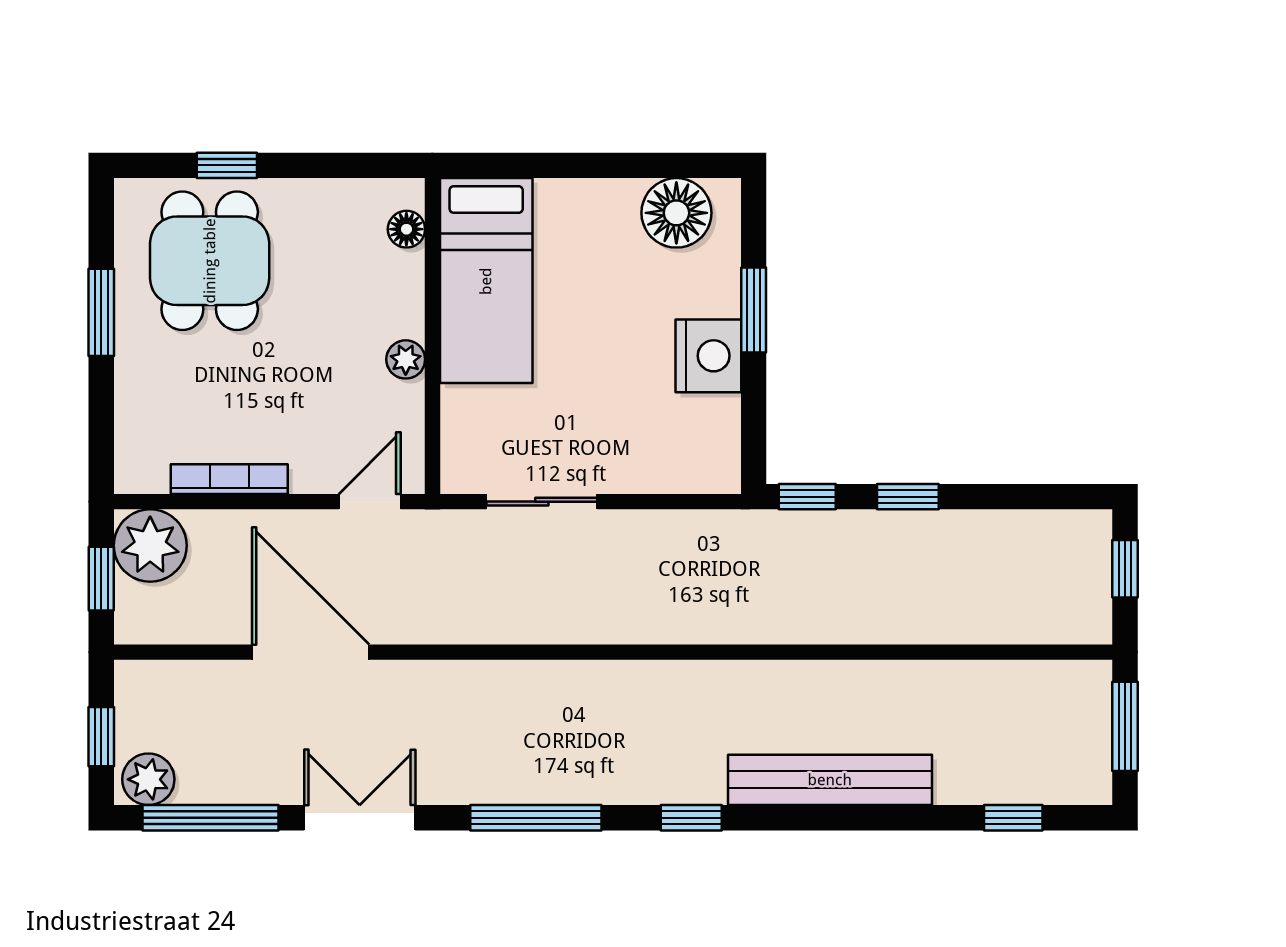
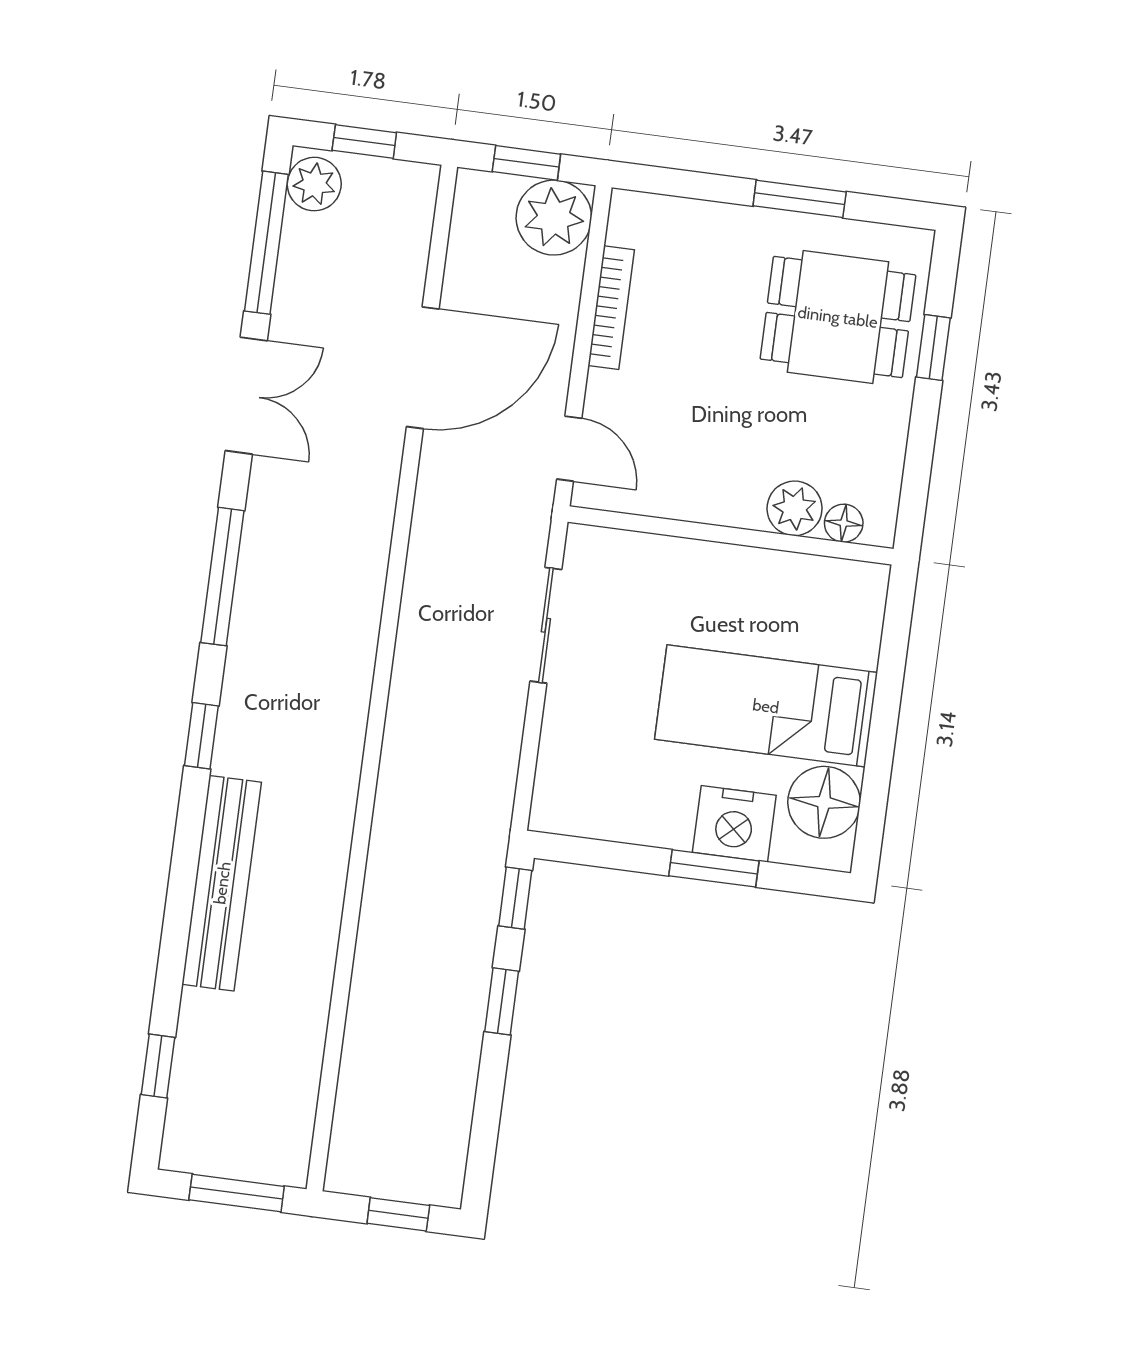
bed: (486, 281) -> (766, 706), moved
nightstand: (708, 356) -> (734, 824), moved
plant: (406, 359) -> (795, 508), moved, width x1.38, depth x1.38

